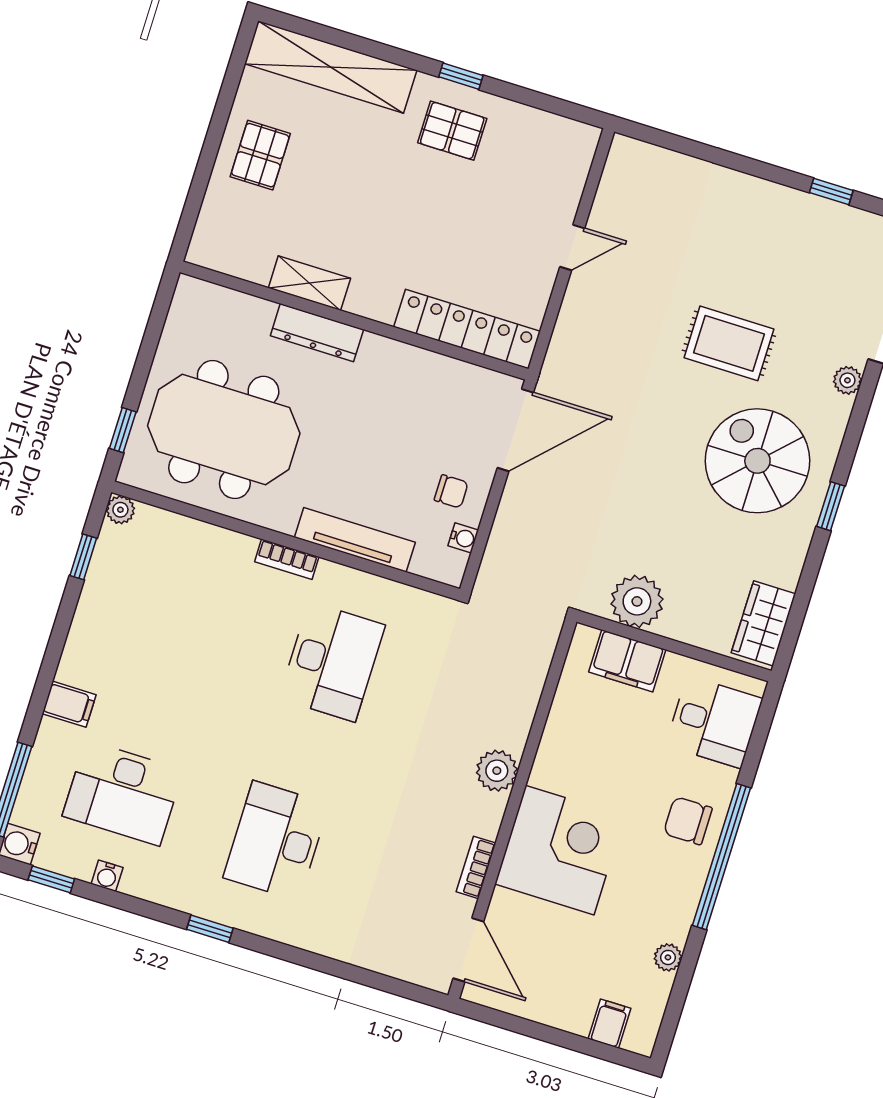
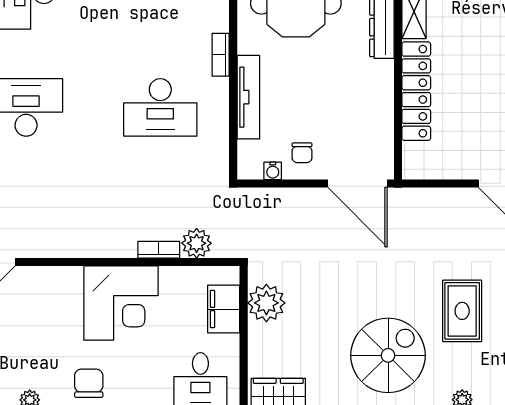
locker: (467, 329) -> (416, 91), moved
plant: (497, 771) -> (197, 243), moved
chair: (688, 821) -> (89, 383), moved
corner desk: (560, 850) -> (121, 303), moved
bookcase: (476, 867) -> (159, 250), moved

